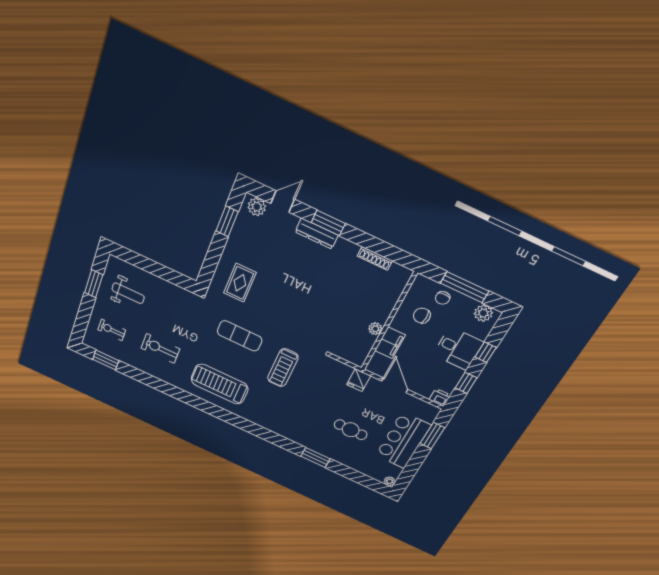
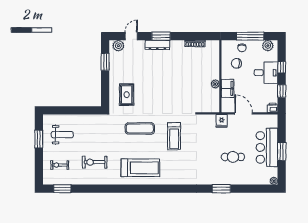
treadmill: (220, 384) -> (140, 168), turned 180
window: (432, 436) -> (282, 151), moved

